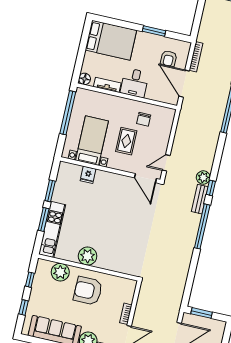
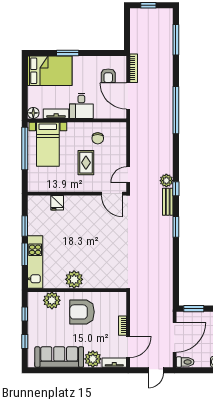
window: (154, 31) -> (68, 53), moved
bed with nightstands: (92, 141) -> (48, 144), moved, turned 180
window: (202, 226) -> (176, 227), width x0.47

